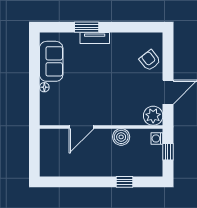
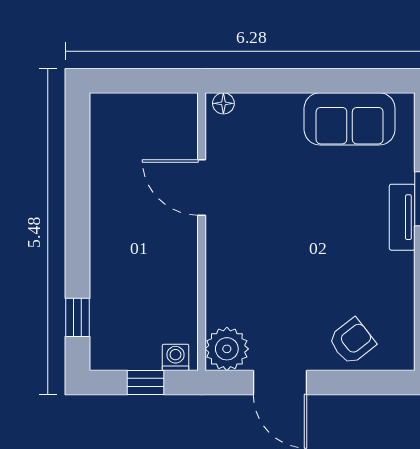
floor lamp: (44, 87) -> (223, 103), moved
boiler: (121, 137) -> (179, 277), removed
window: (125, 182) -> (77, 317), moved

